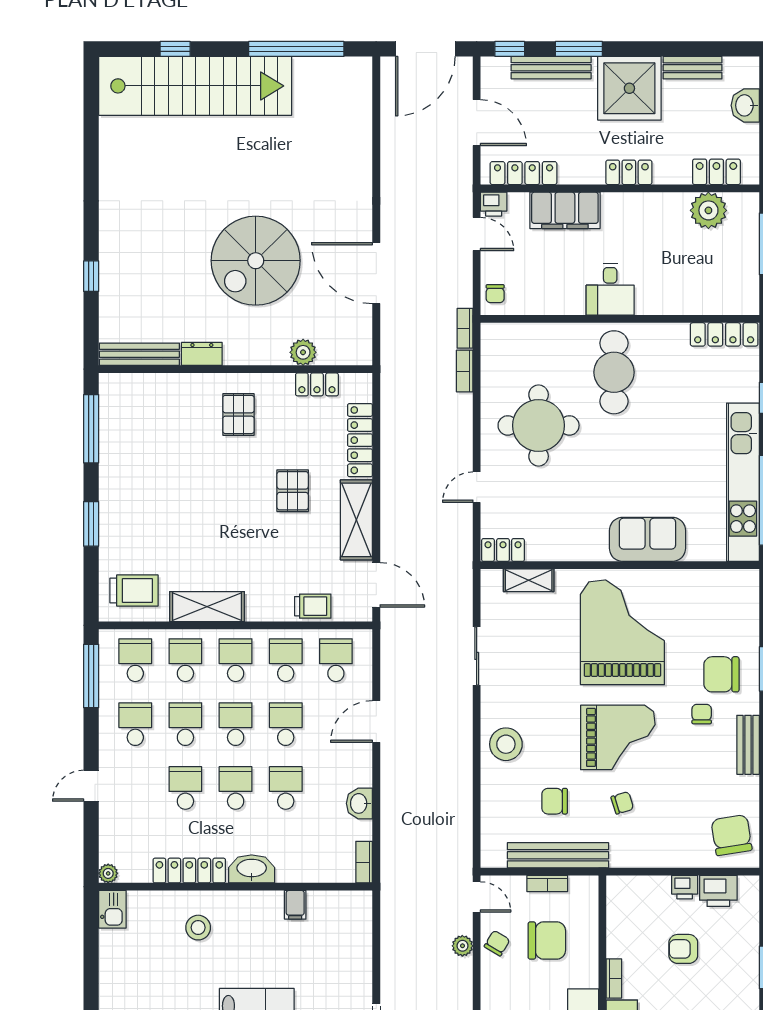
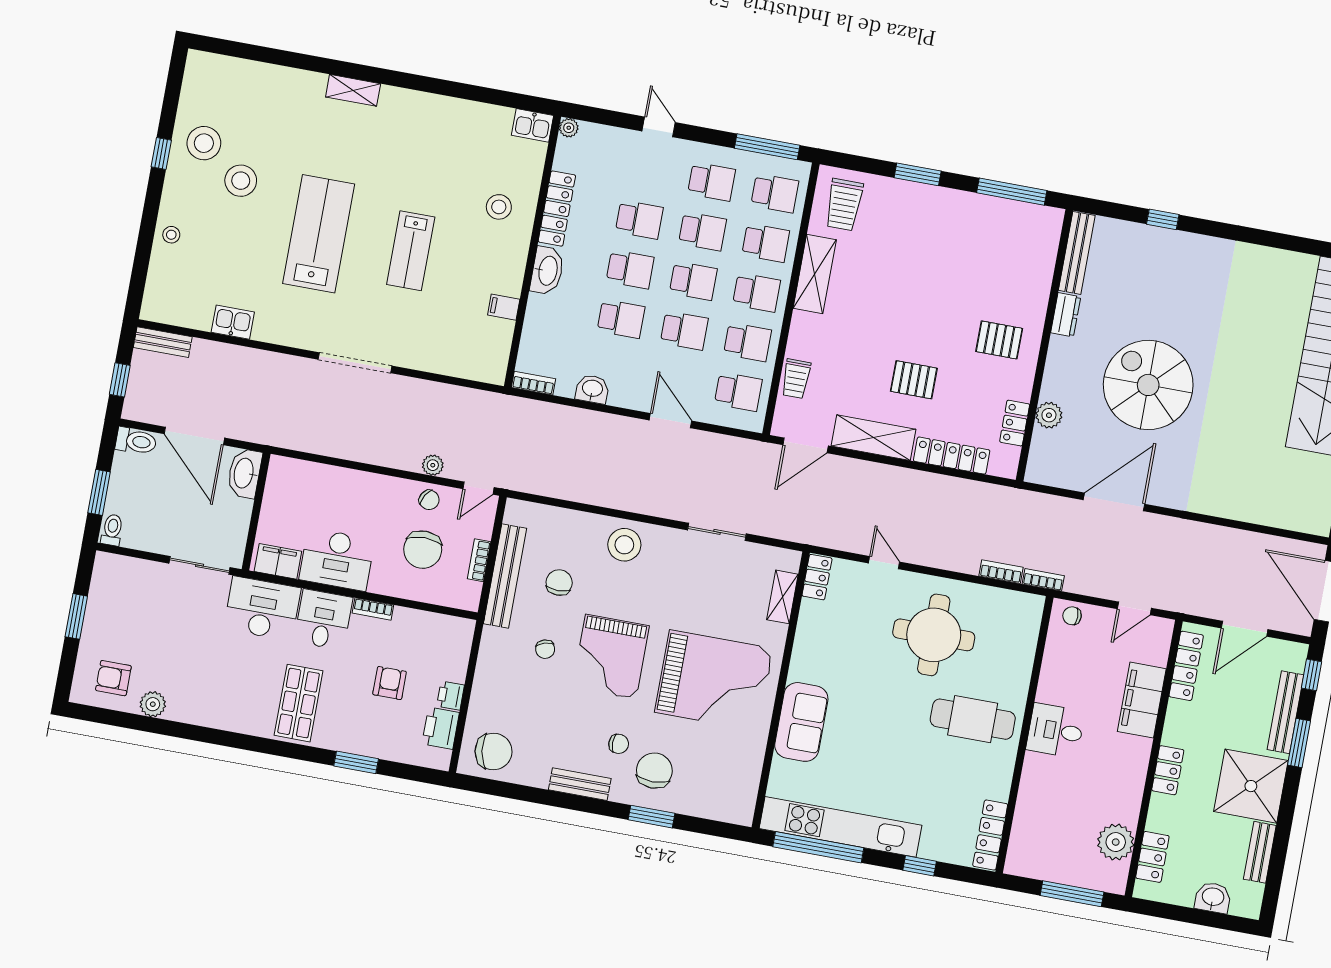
printer: (494, 204) -> (1161, 631), removed

